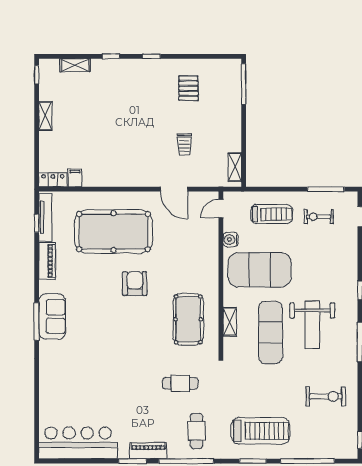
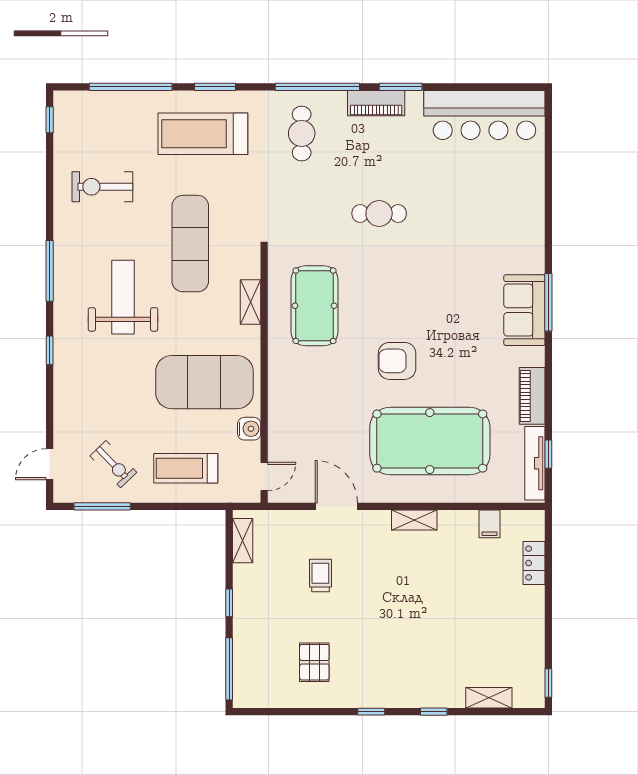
shelving: (45, 116) -> (414, 520), moved, turned 90
window: (244, 127) -> (229, 603), added
locker: (53, 180) -> (534, 563), moved, turned 90
exercise bike: (319, 217) -> (113, 464), turned 46
armchair: (135, 284) -> (397, 361), turned 90
exercise mat: (270, 332) -> (190, 244), moved
cafe table: (180, 383) -> (379, 213), moved

